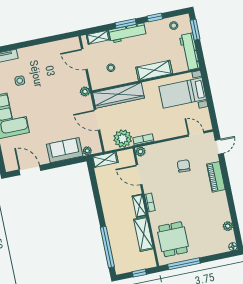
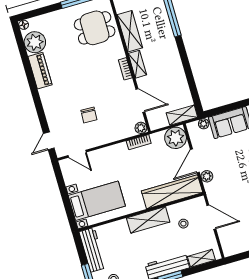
door: (84, 59) -> (211, 217), moved
shelving: (154, 70) -> (148, 220), moved
plant: (85, 92) -> (207, 176), moved
door: (97, 120) -> (195, 161), swing flipped
plant: (123, 139) -> (176, 138), moved
piano: (216, 177) -> (40, 71), moved
plant: (228, 226) -> (35, 42), width x1.88, depth x1.88
dining table: (173, 239) -> (95, 28), turned 90

